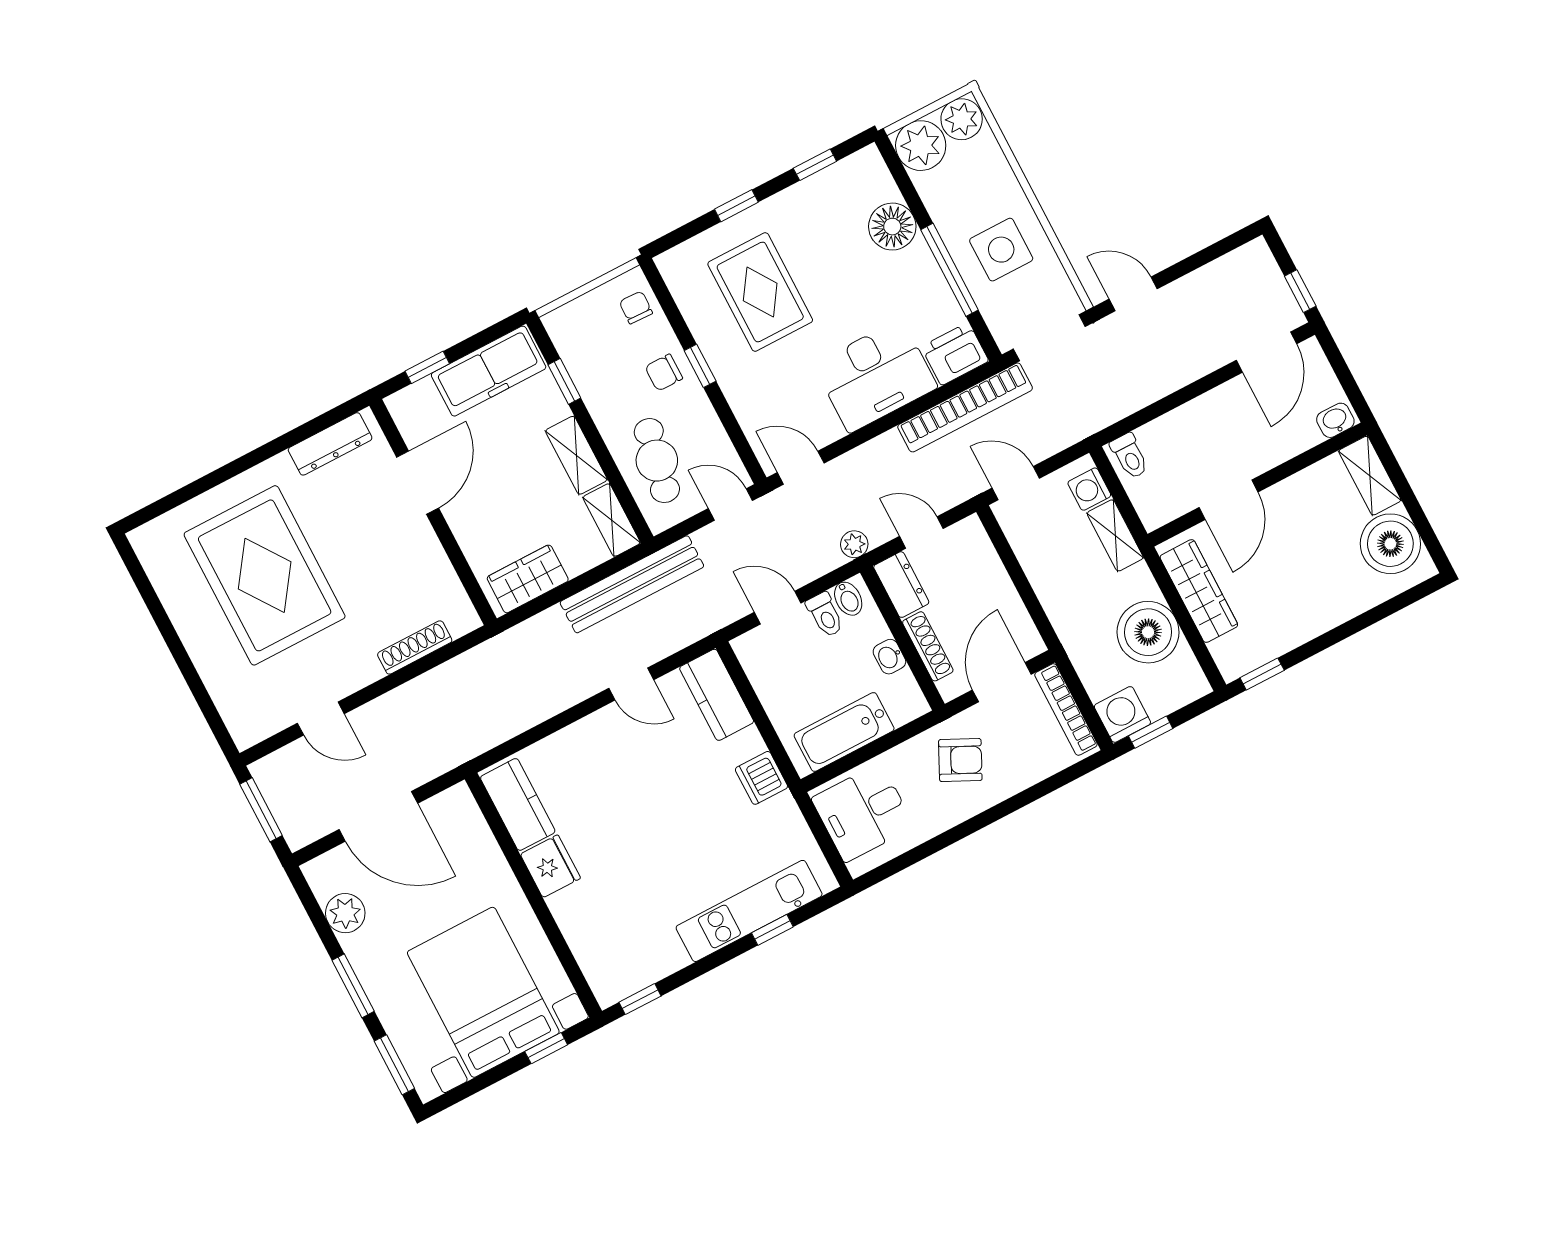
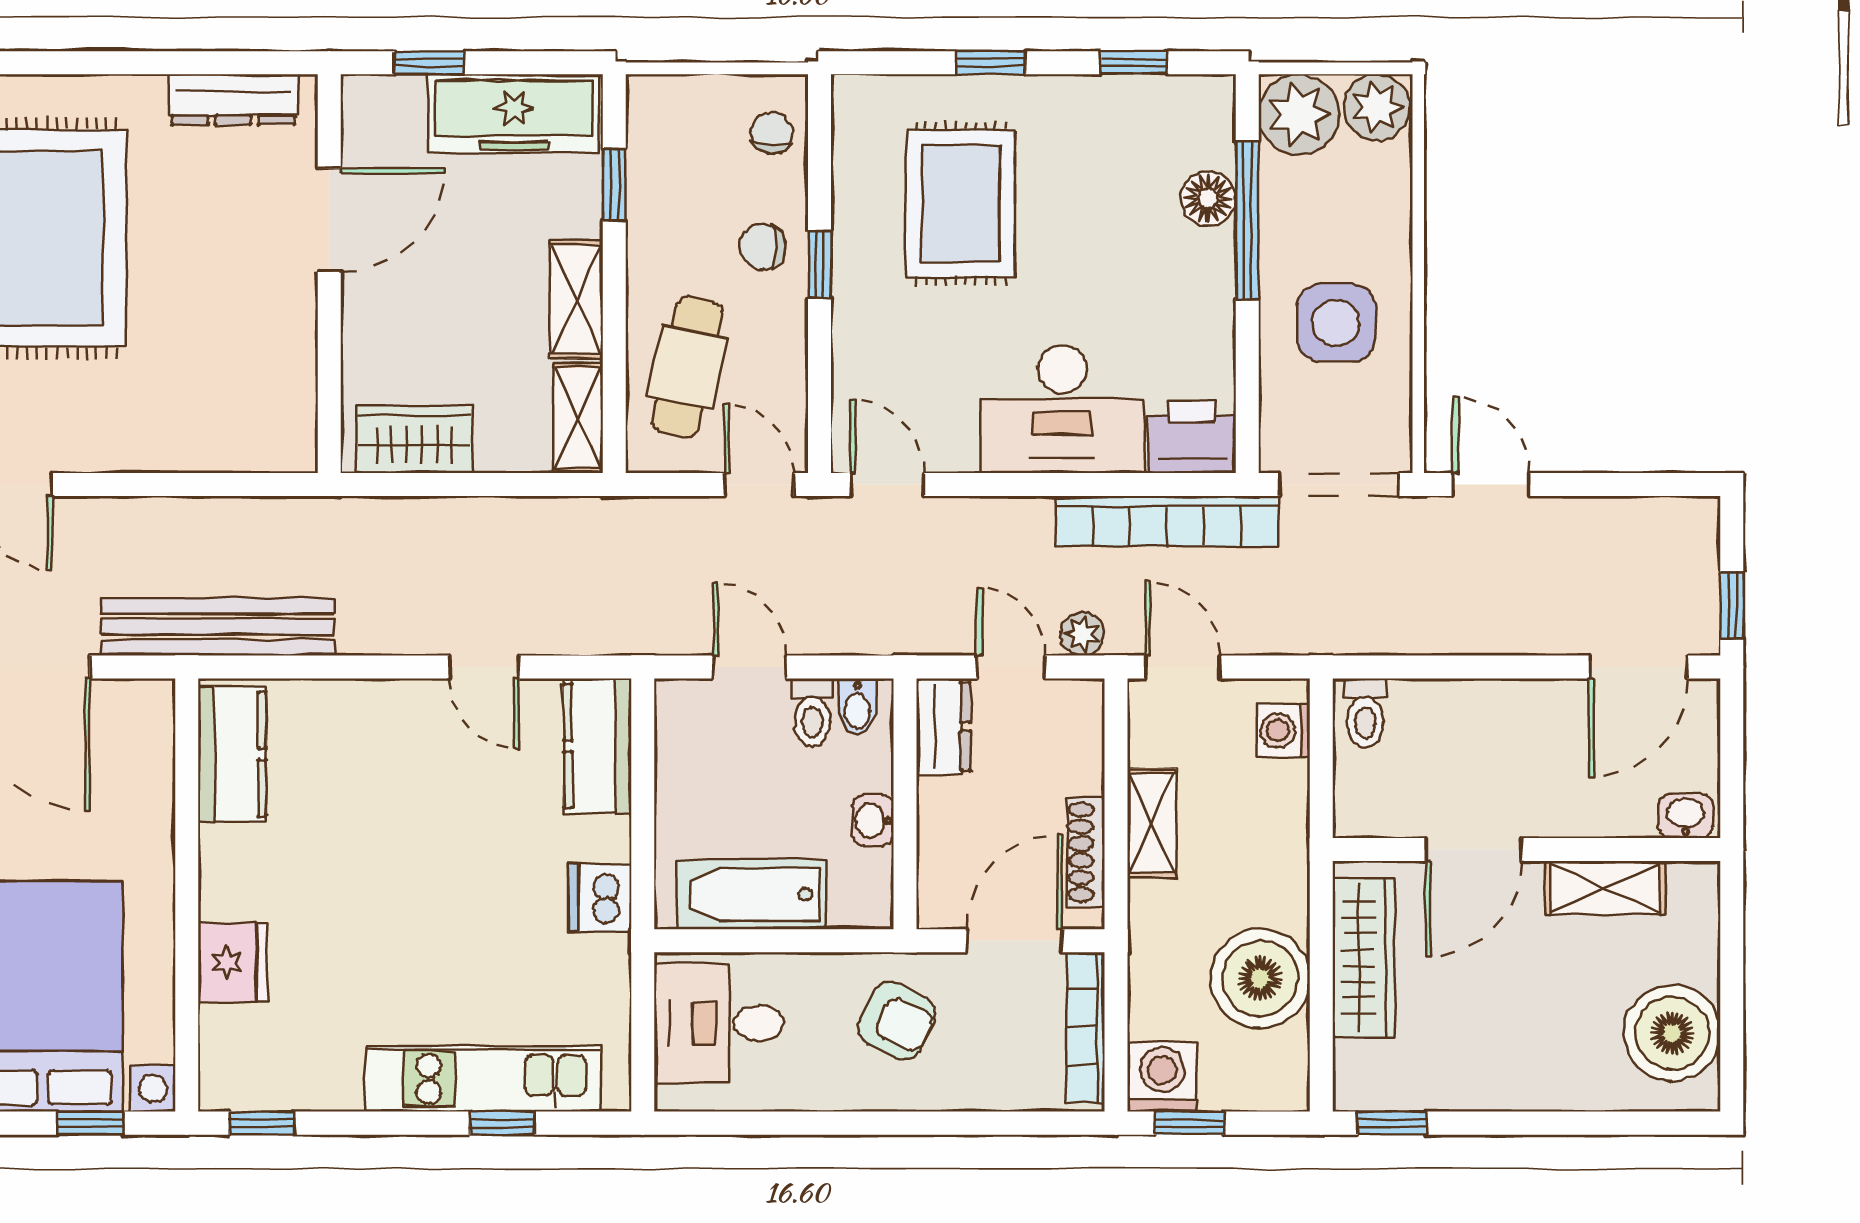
floor lamp: (892, 227) -> (1208, 198), width x0.73, depth x0.73
window: (949, 270) -> (1247, 221), moved
shelving: (1370, 476) -> (1605, 888), moved, turned 90
shelving: (1115, 535) -> (1152, 823), moved
plant: (854, 544) -> (1082, 634), moved
bench: (632, 584) -> (218, 627), moved
shoe rack: (928, 646) -> (1086, 852), moved, turned 180
shoe rack: (415, 647) -> (202, 453), removed
fridge: (550, 866) -> (233, 962), moved

